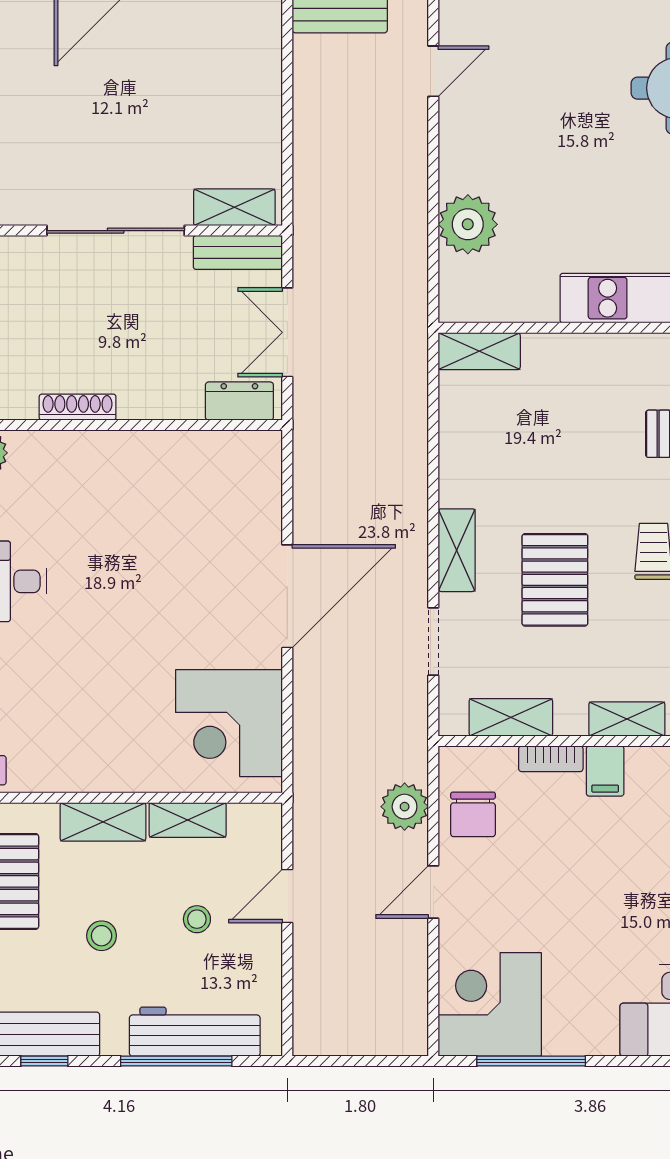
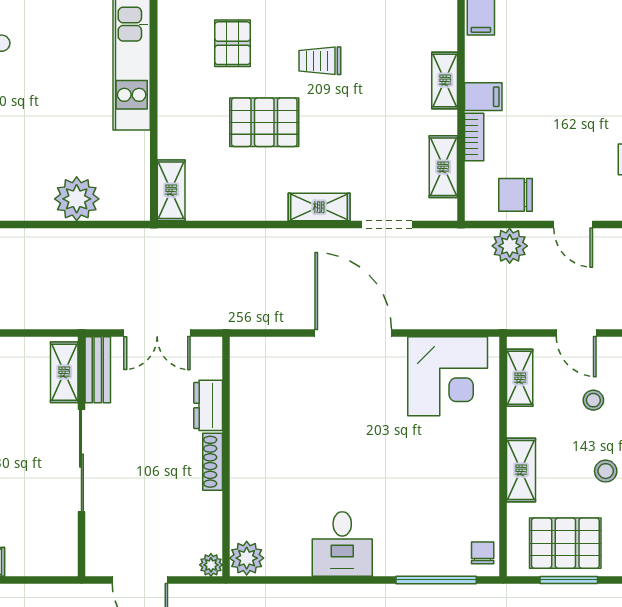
dresser: (239, 401) -> (208, 405), moved
shoe rack: (78, 407) -> (213, 462), moved
pallet: (555, 580) -> (264, 122), moved
chair: (473, 814) -> (515, 195), turned 180
shelving: (188, 820) -> (520, 378), moved

